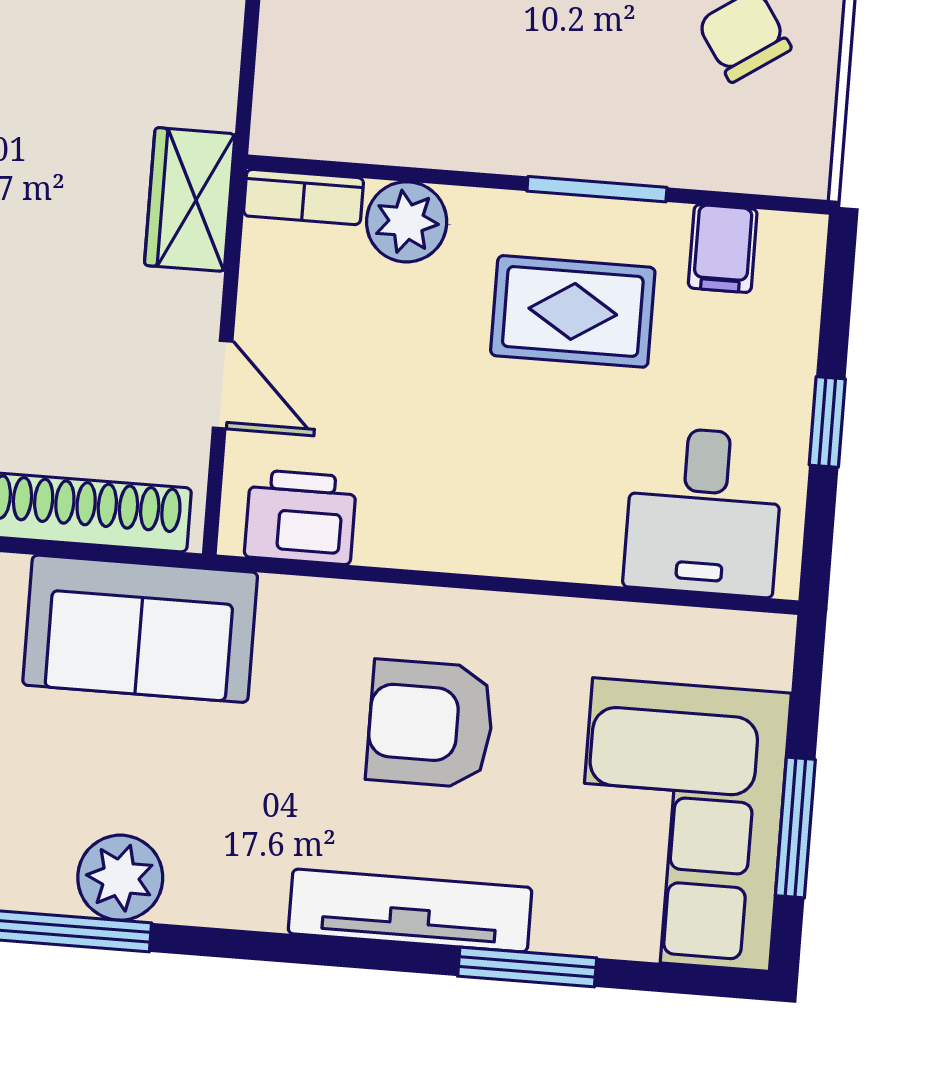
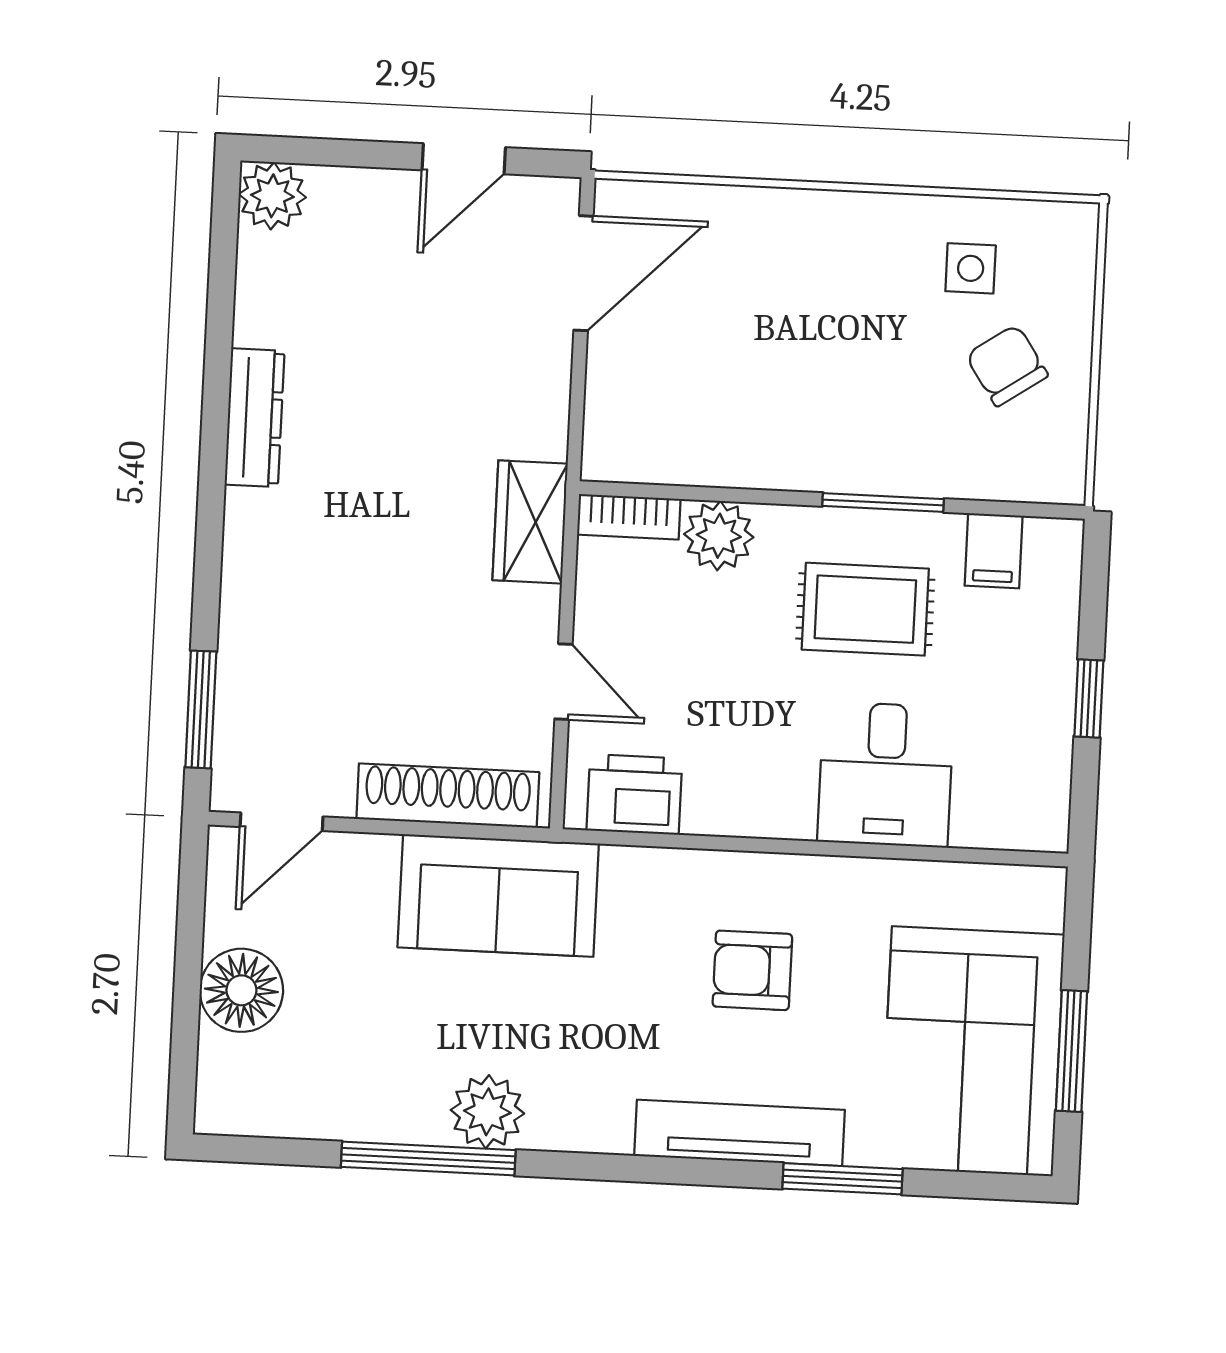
desk: (704, 512) -> (886, 774), moved
armchair: (430, 724) -> (752, 970), width x0.72, depth x0.72

